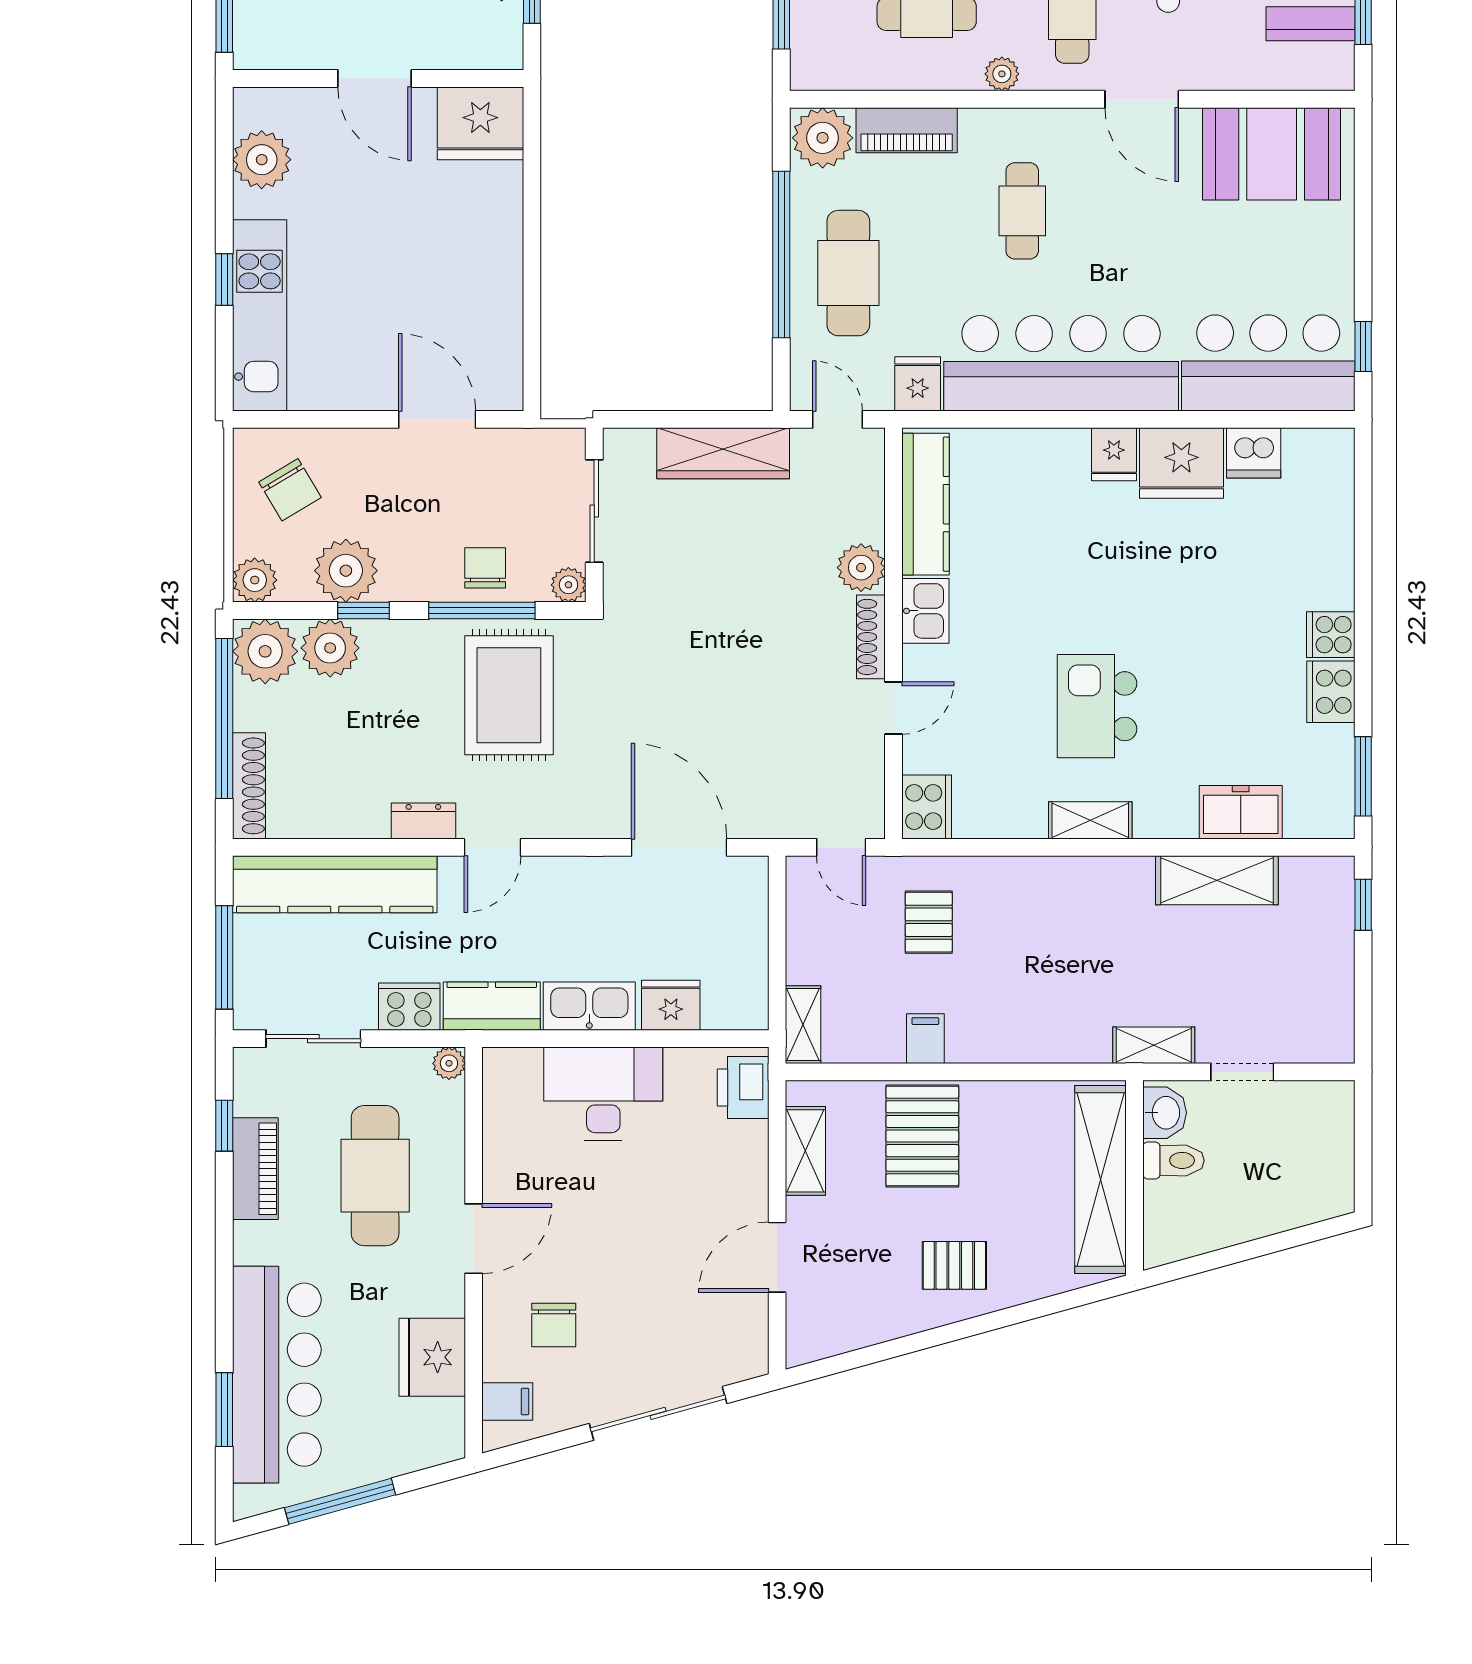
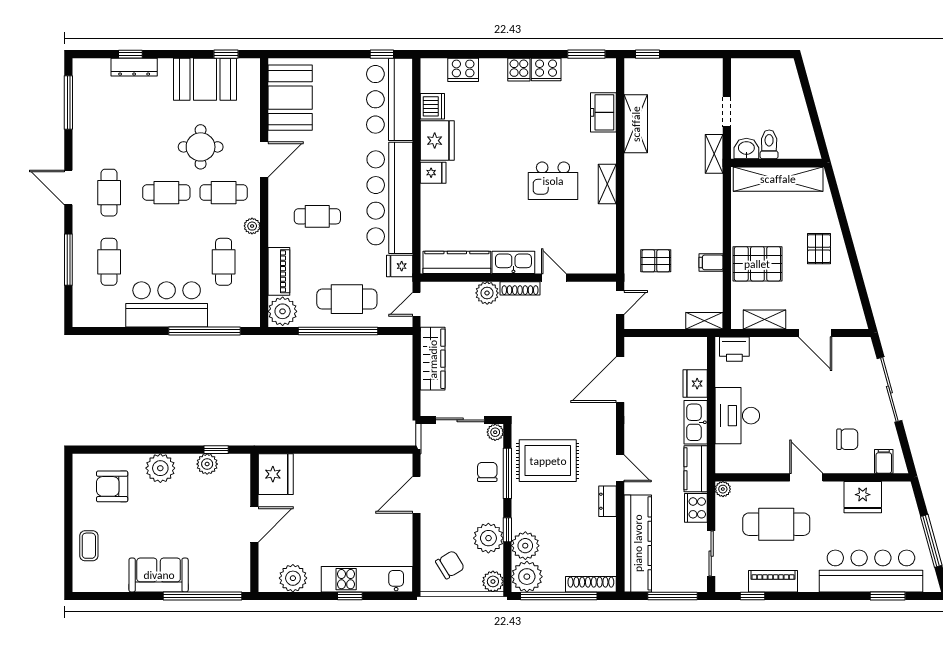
chair: (485, 568) -> (487, 472), turned 90
kitchen sink: (925, 611) -> (513, 262), width x1.38
cooker: (927, 807) -> (463, 70), moved, turned 180

